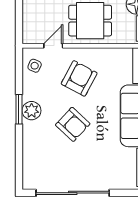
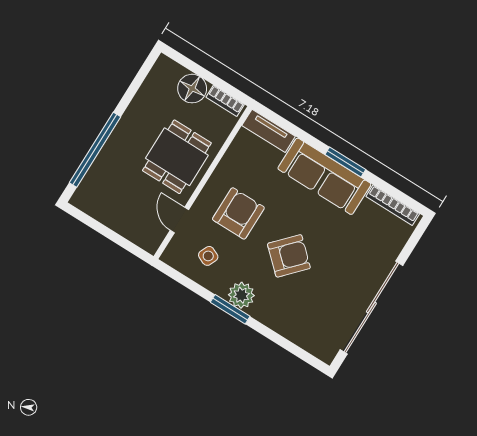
side table: (35, 66) -> (208, 256), moved
armchair: (79, 78) -> (238, 213), turned 62

